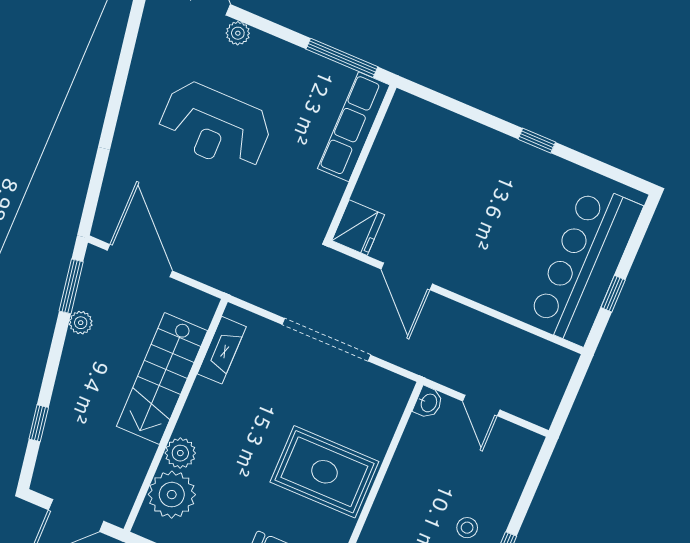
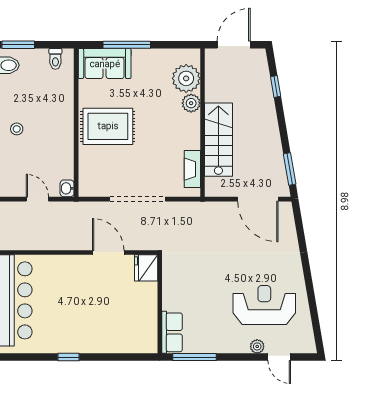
reception desk: (215, 126) -> (264, 305), moved
row of seats: (354, 127) -> (172, 332), width x0.68
plant: (81, 323) -> (276, 151), removed

